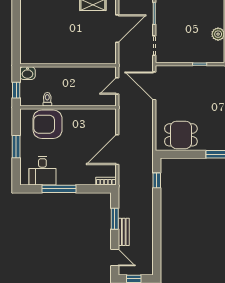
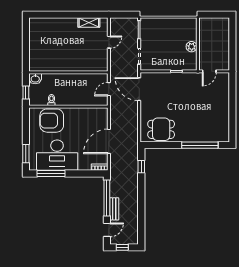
door: (117, 29) -> (109, 42), width x0.53
window: (16, 147) -> (26, 154), moved
desk: (42, 171) -> (57, 155), width x1.87, depth x1.30
window: (59, 189) -> (51, 173), moved
window: (115, 219) -> (107, 198), width x2.11
door: (115, 258) -> (107, 230), hinge flipped

